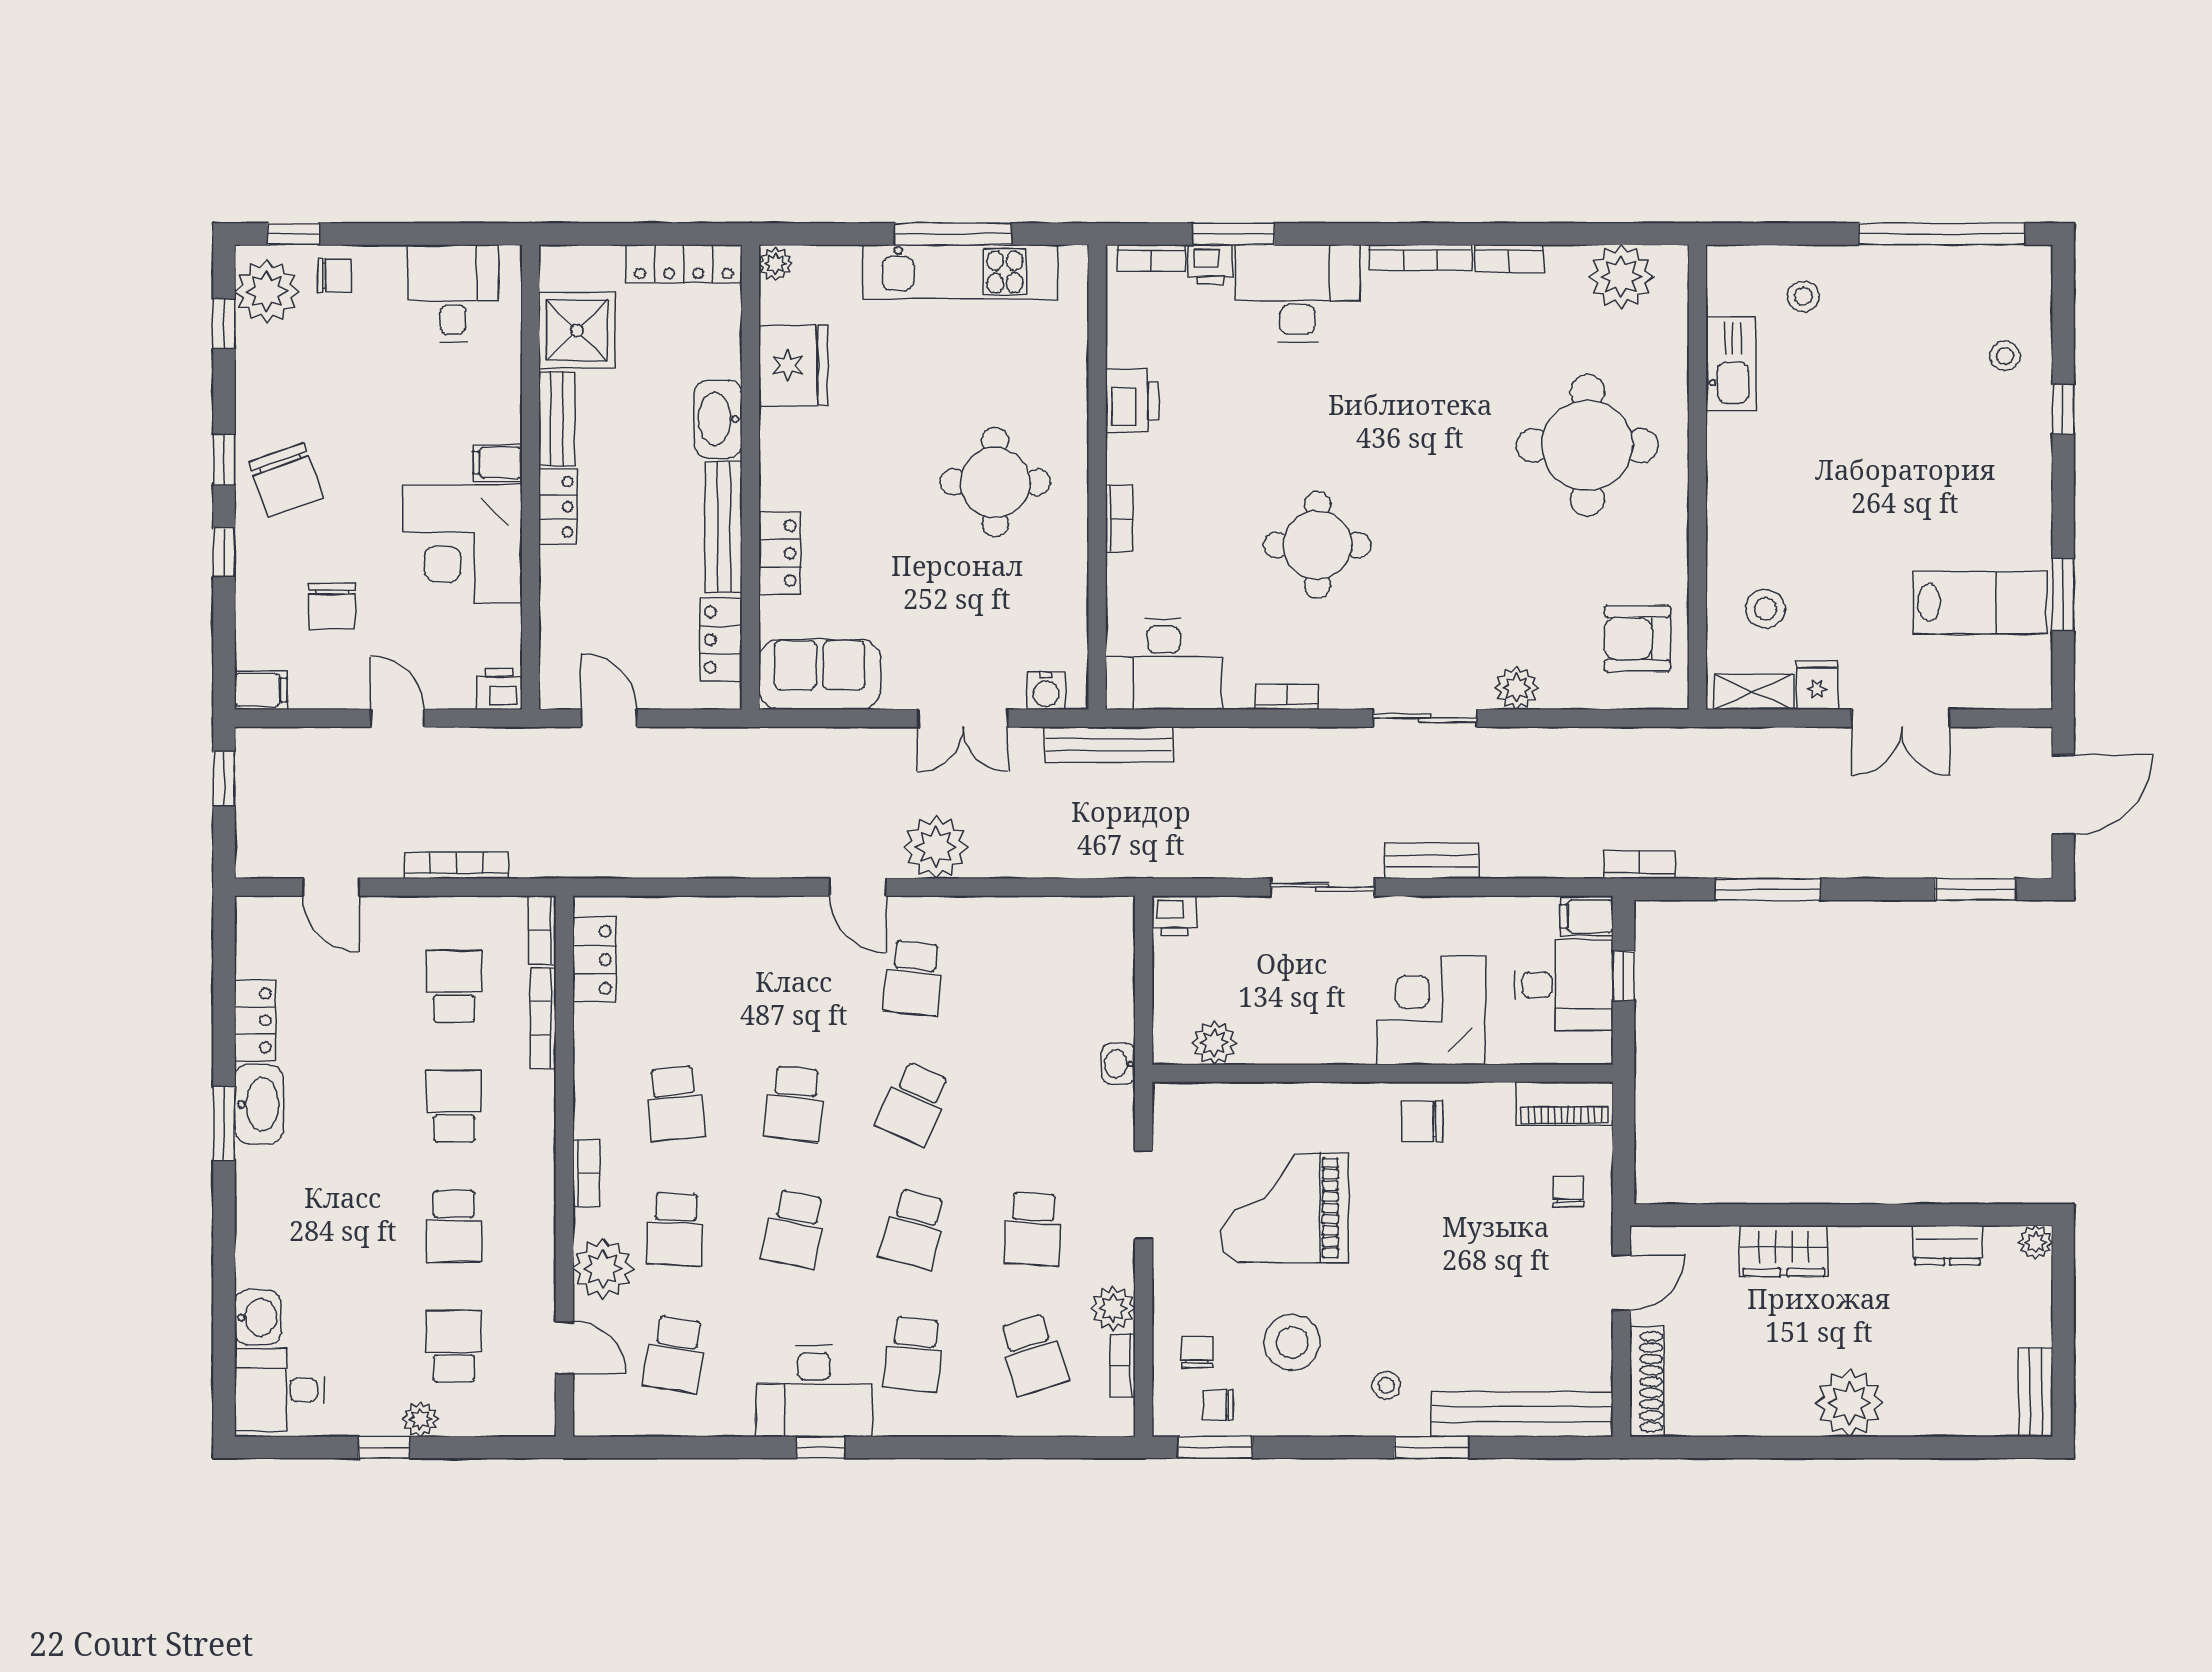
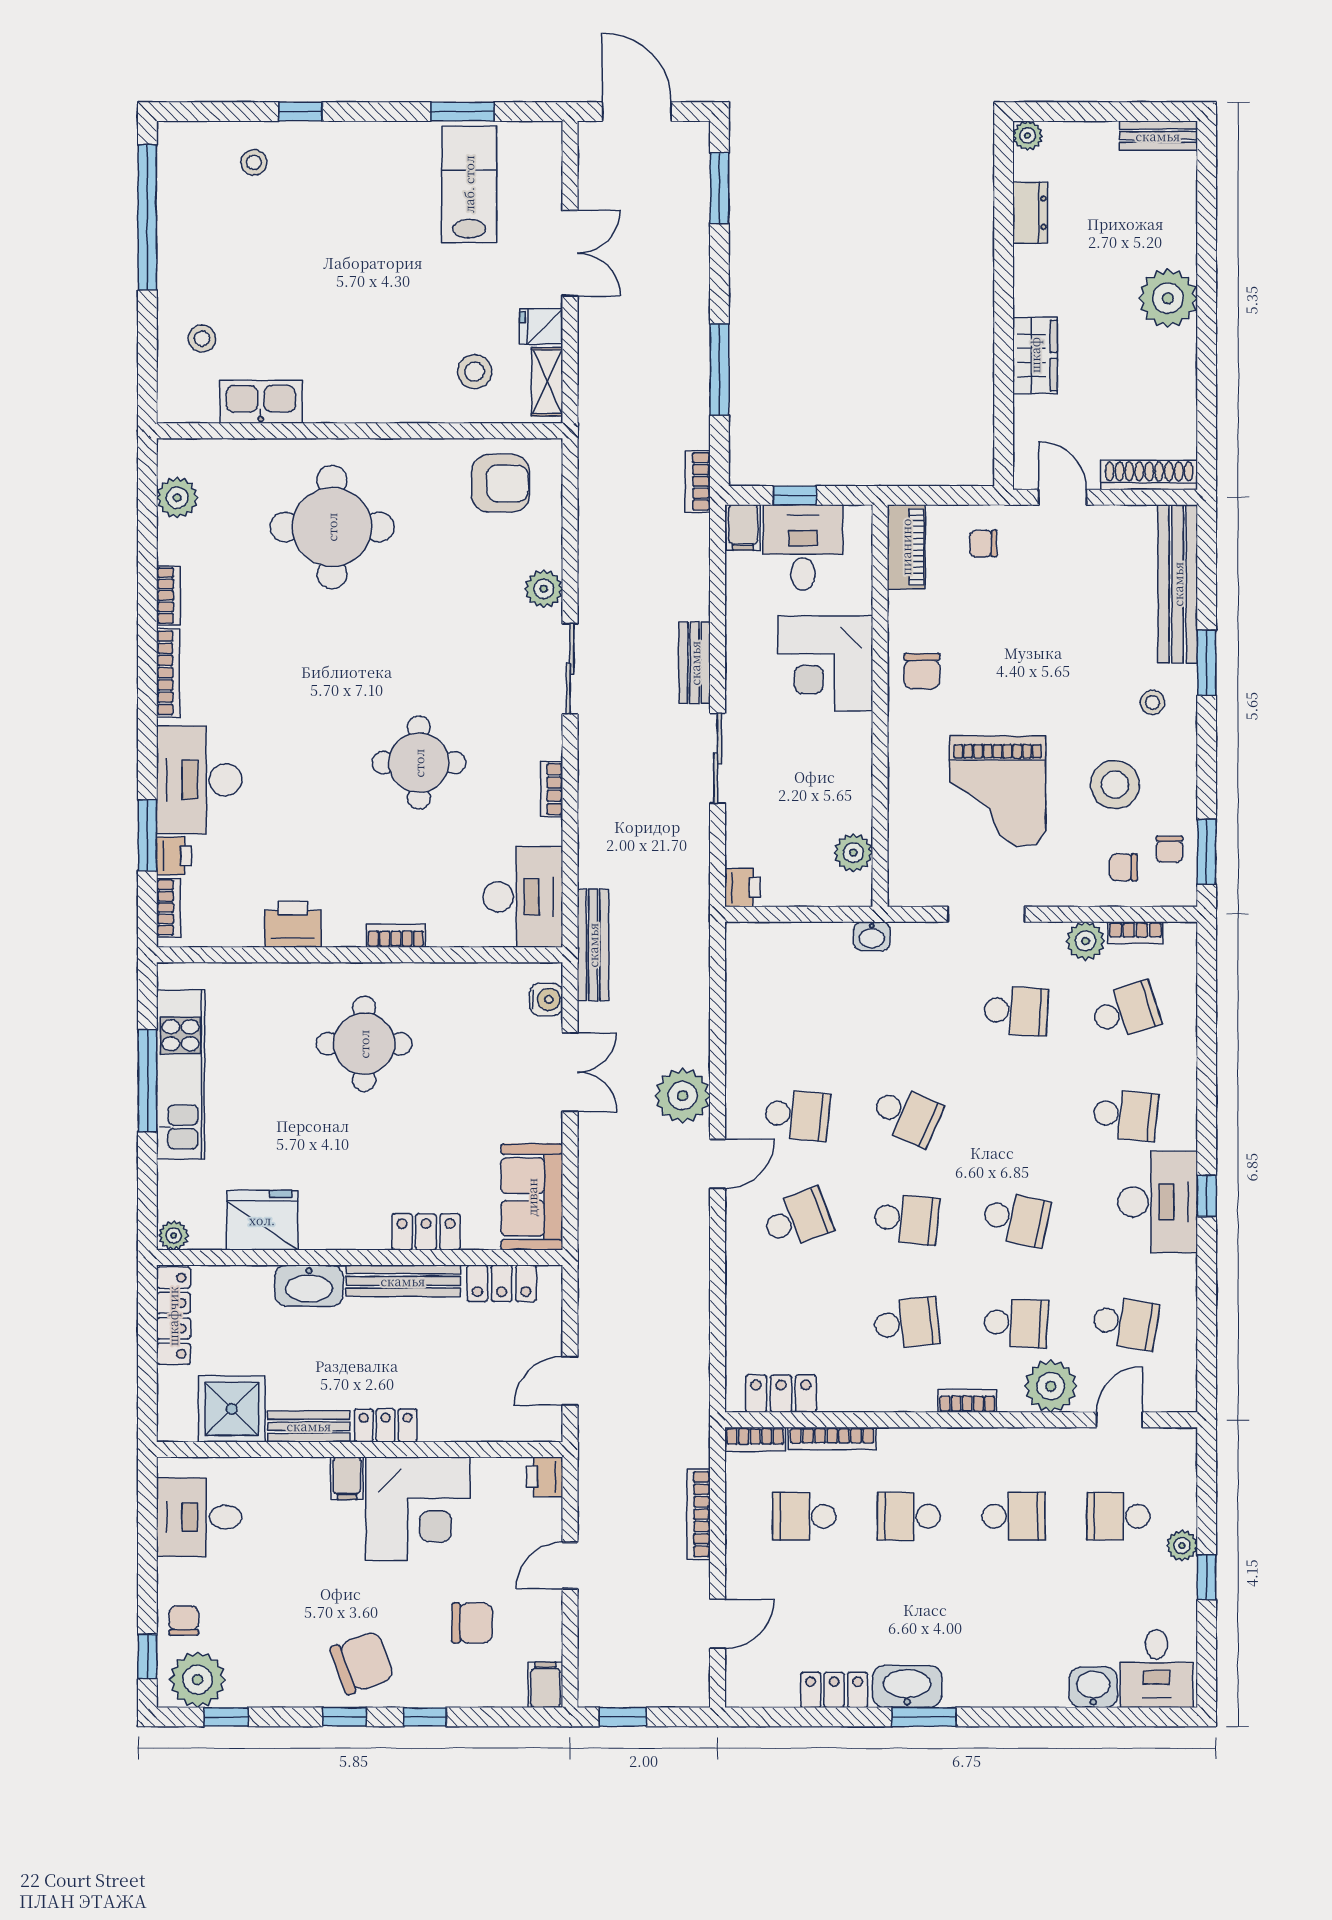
plant: (1621, 277) -> (177, 498), width x0.73, depth x0.73
armchair: (1637, 638) -> (500, 483), turned -90
school desk: (914, 1229) -> (797, 1219), moved, turned -36

